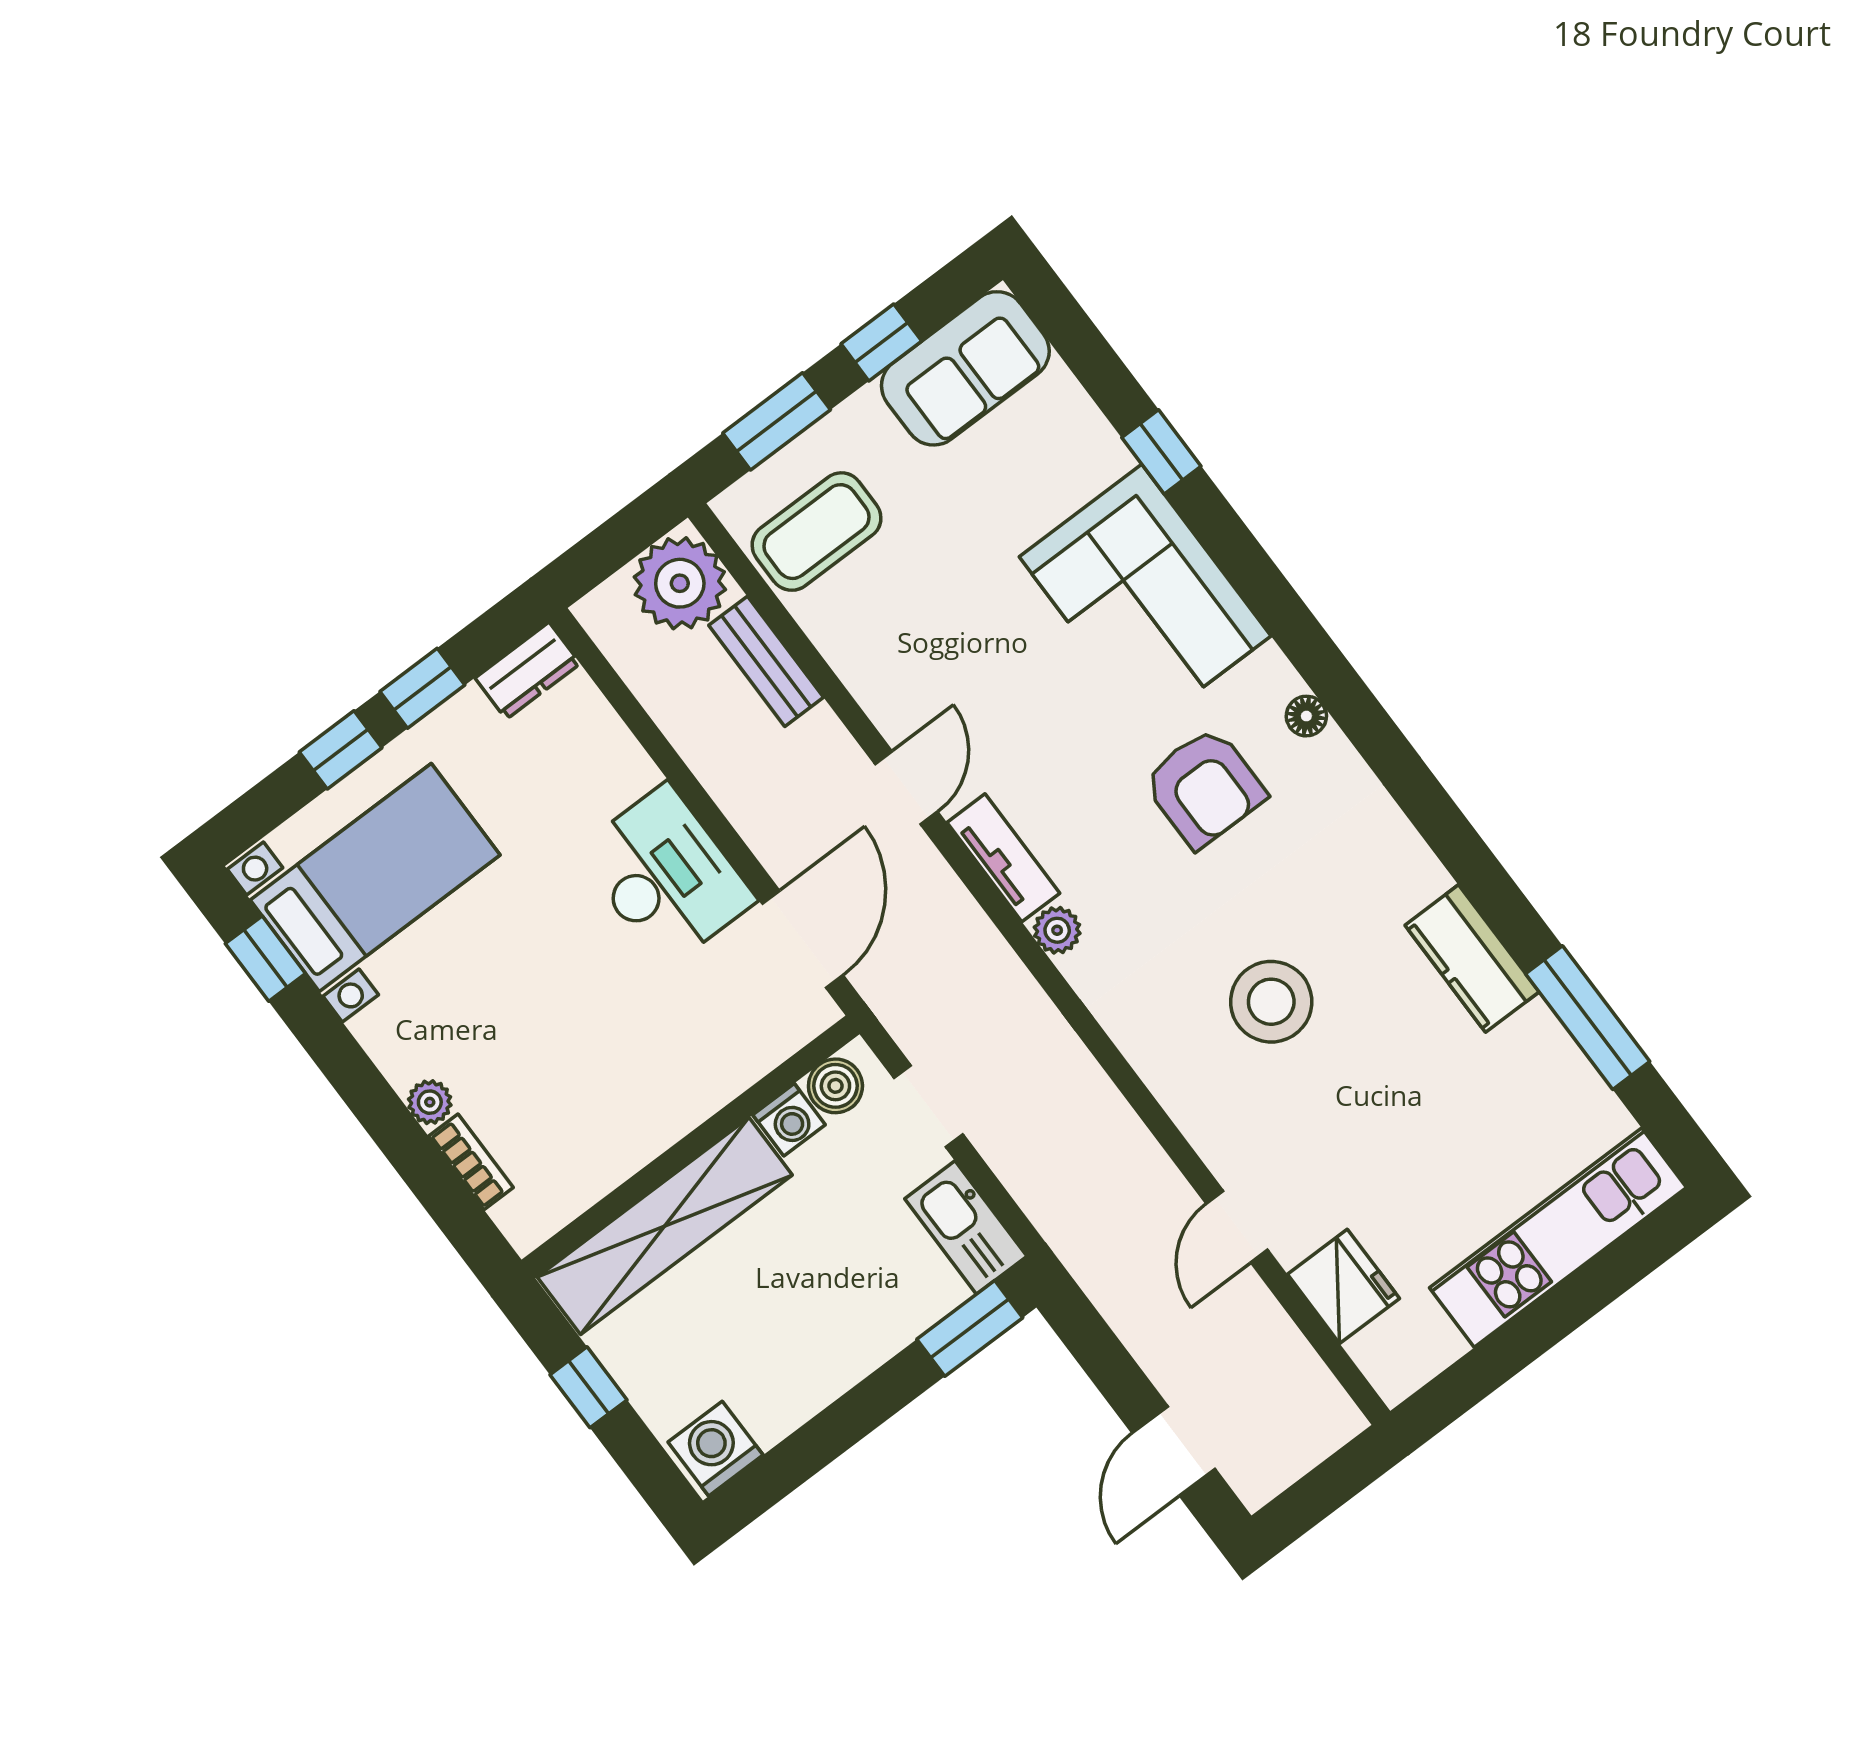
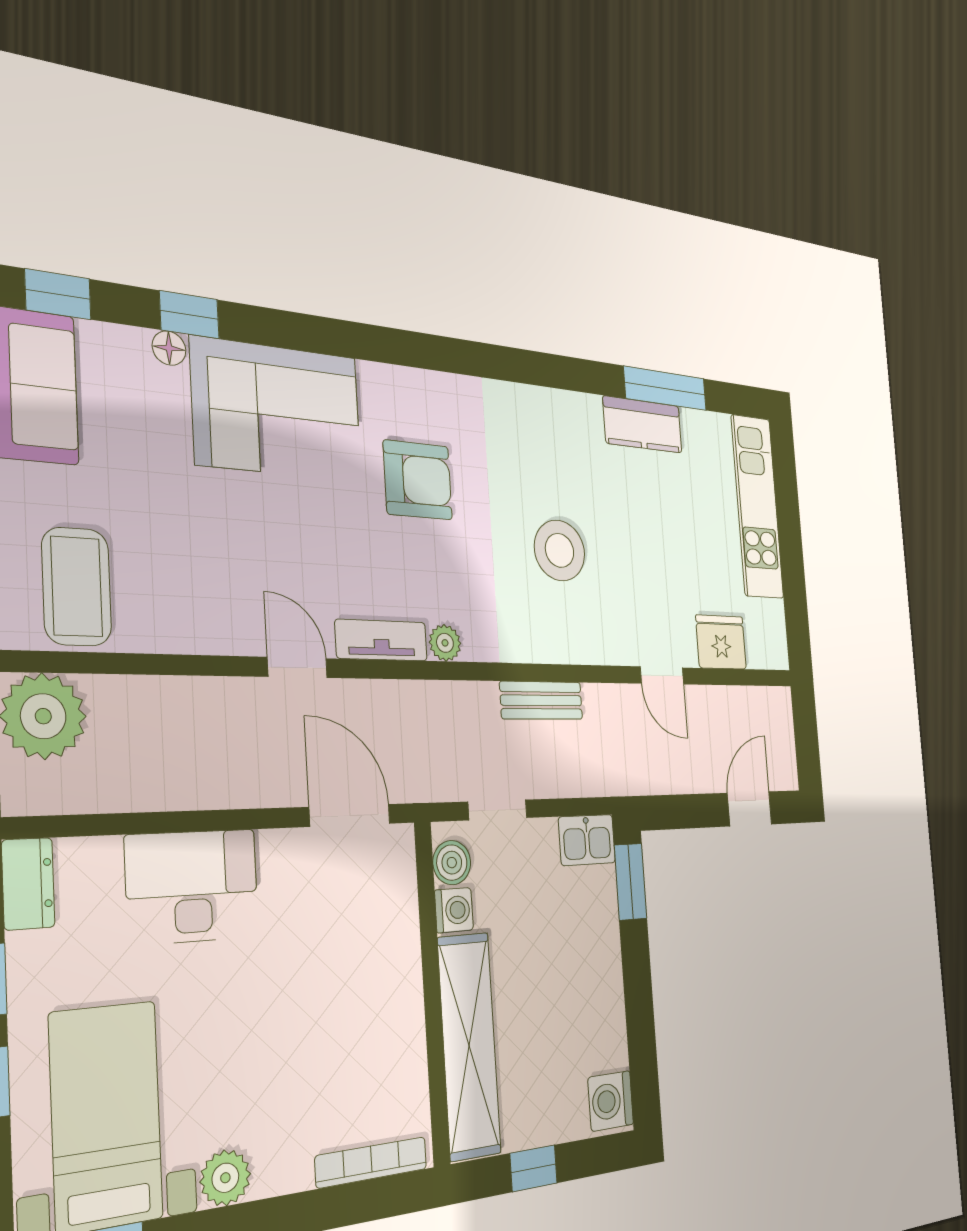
window: (1069, 330) -> (58, 294), added
bench: (766, 661) -> (541, 700), moved
floor lamp: (1306, 716) -> (169, 348), moved
desk: (666, 876) -> (192, 886), moved
kitchen counter: (1472, 959) -> (643, 425), moved
plant: (430, 1102) -> (225, 1178), moved, width x1.38, depth x1.38
bookcase: (471, 1162) -> (372, 1162), width x1.56
kitchen sink: (966, 1228) -> (587, 840), width x0.73
door: (1174, 1451) -> (750, 809), swing flipped

